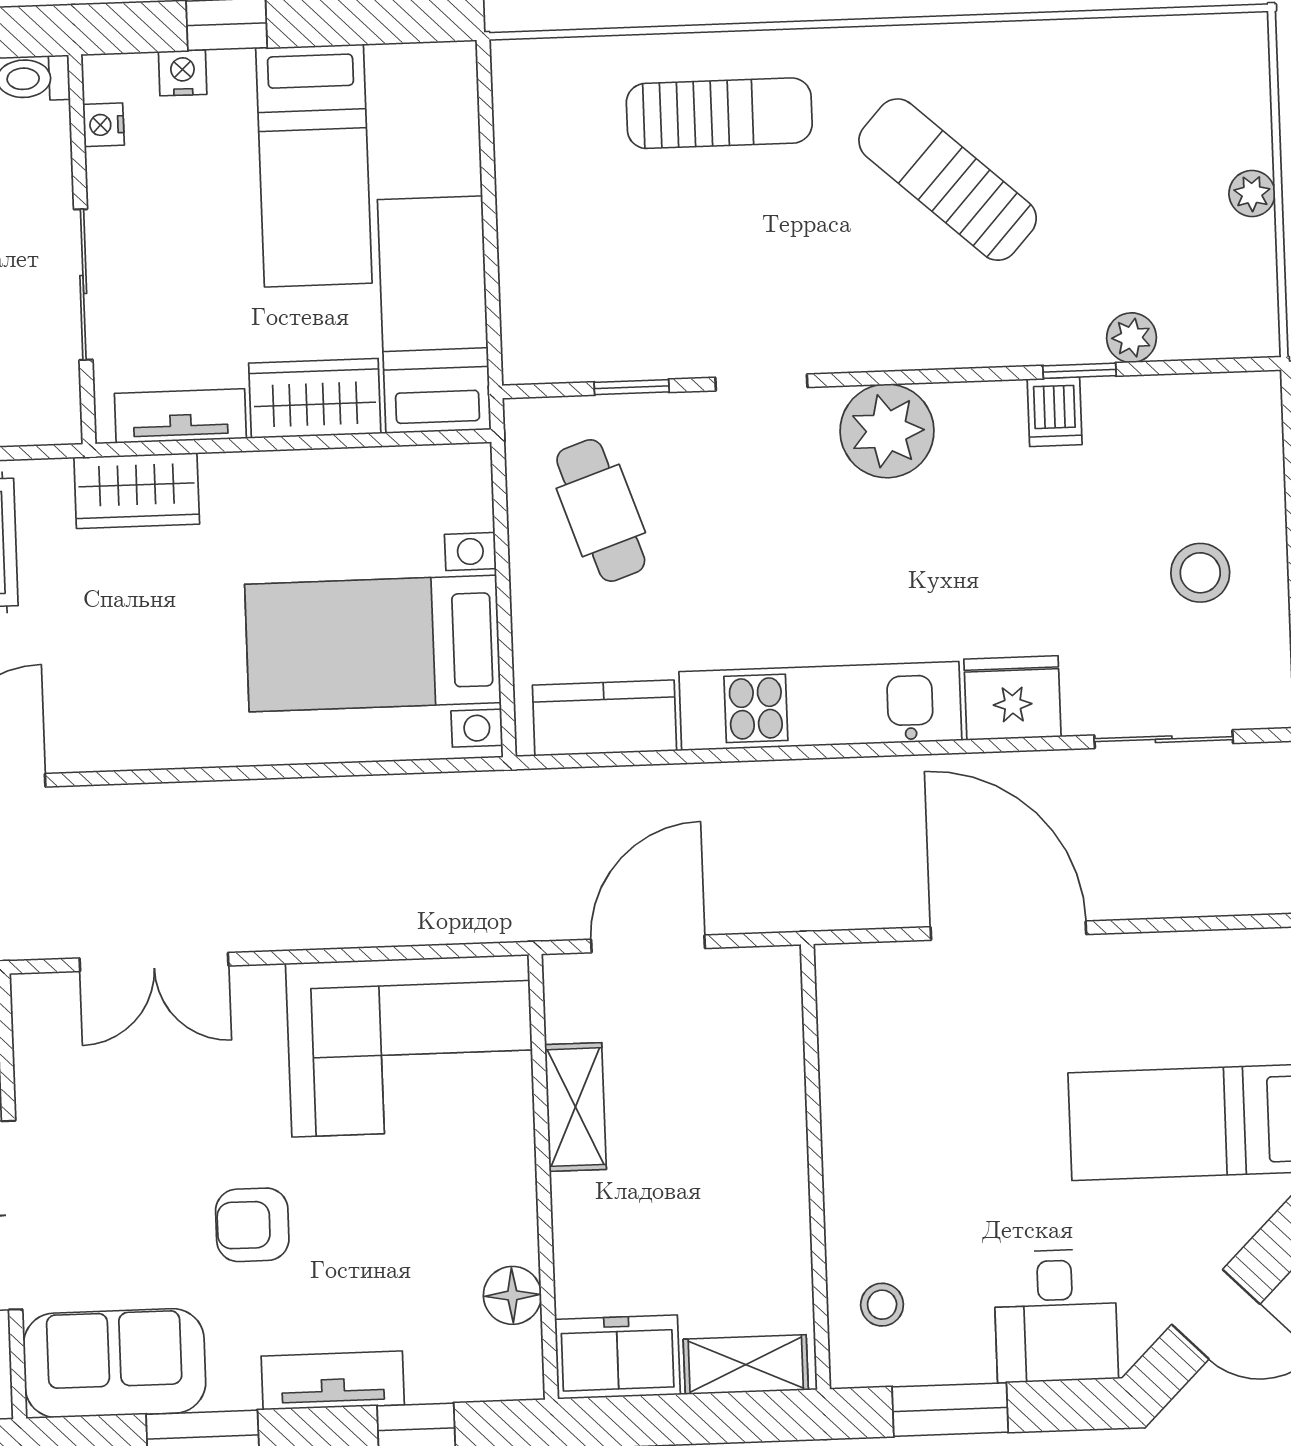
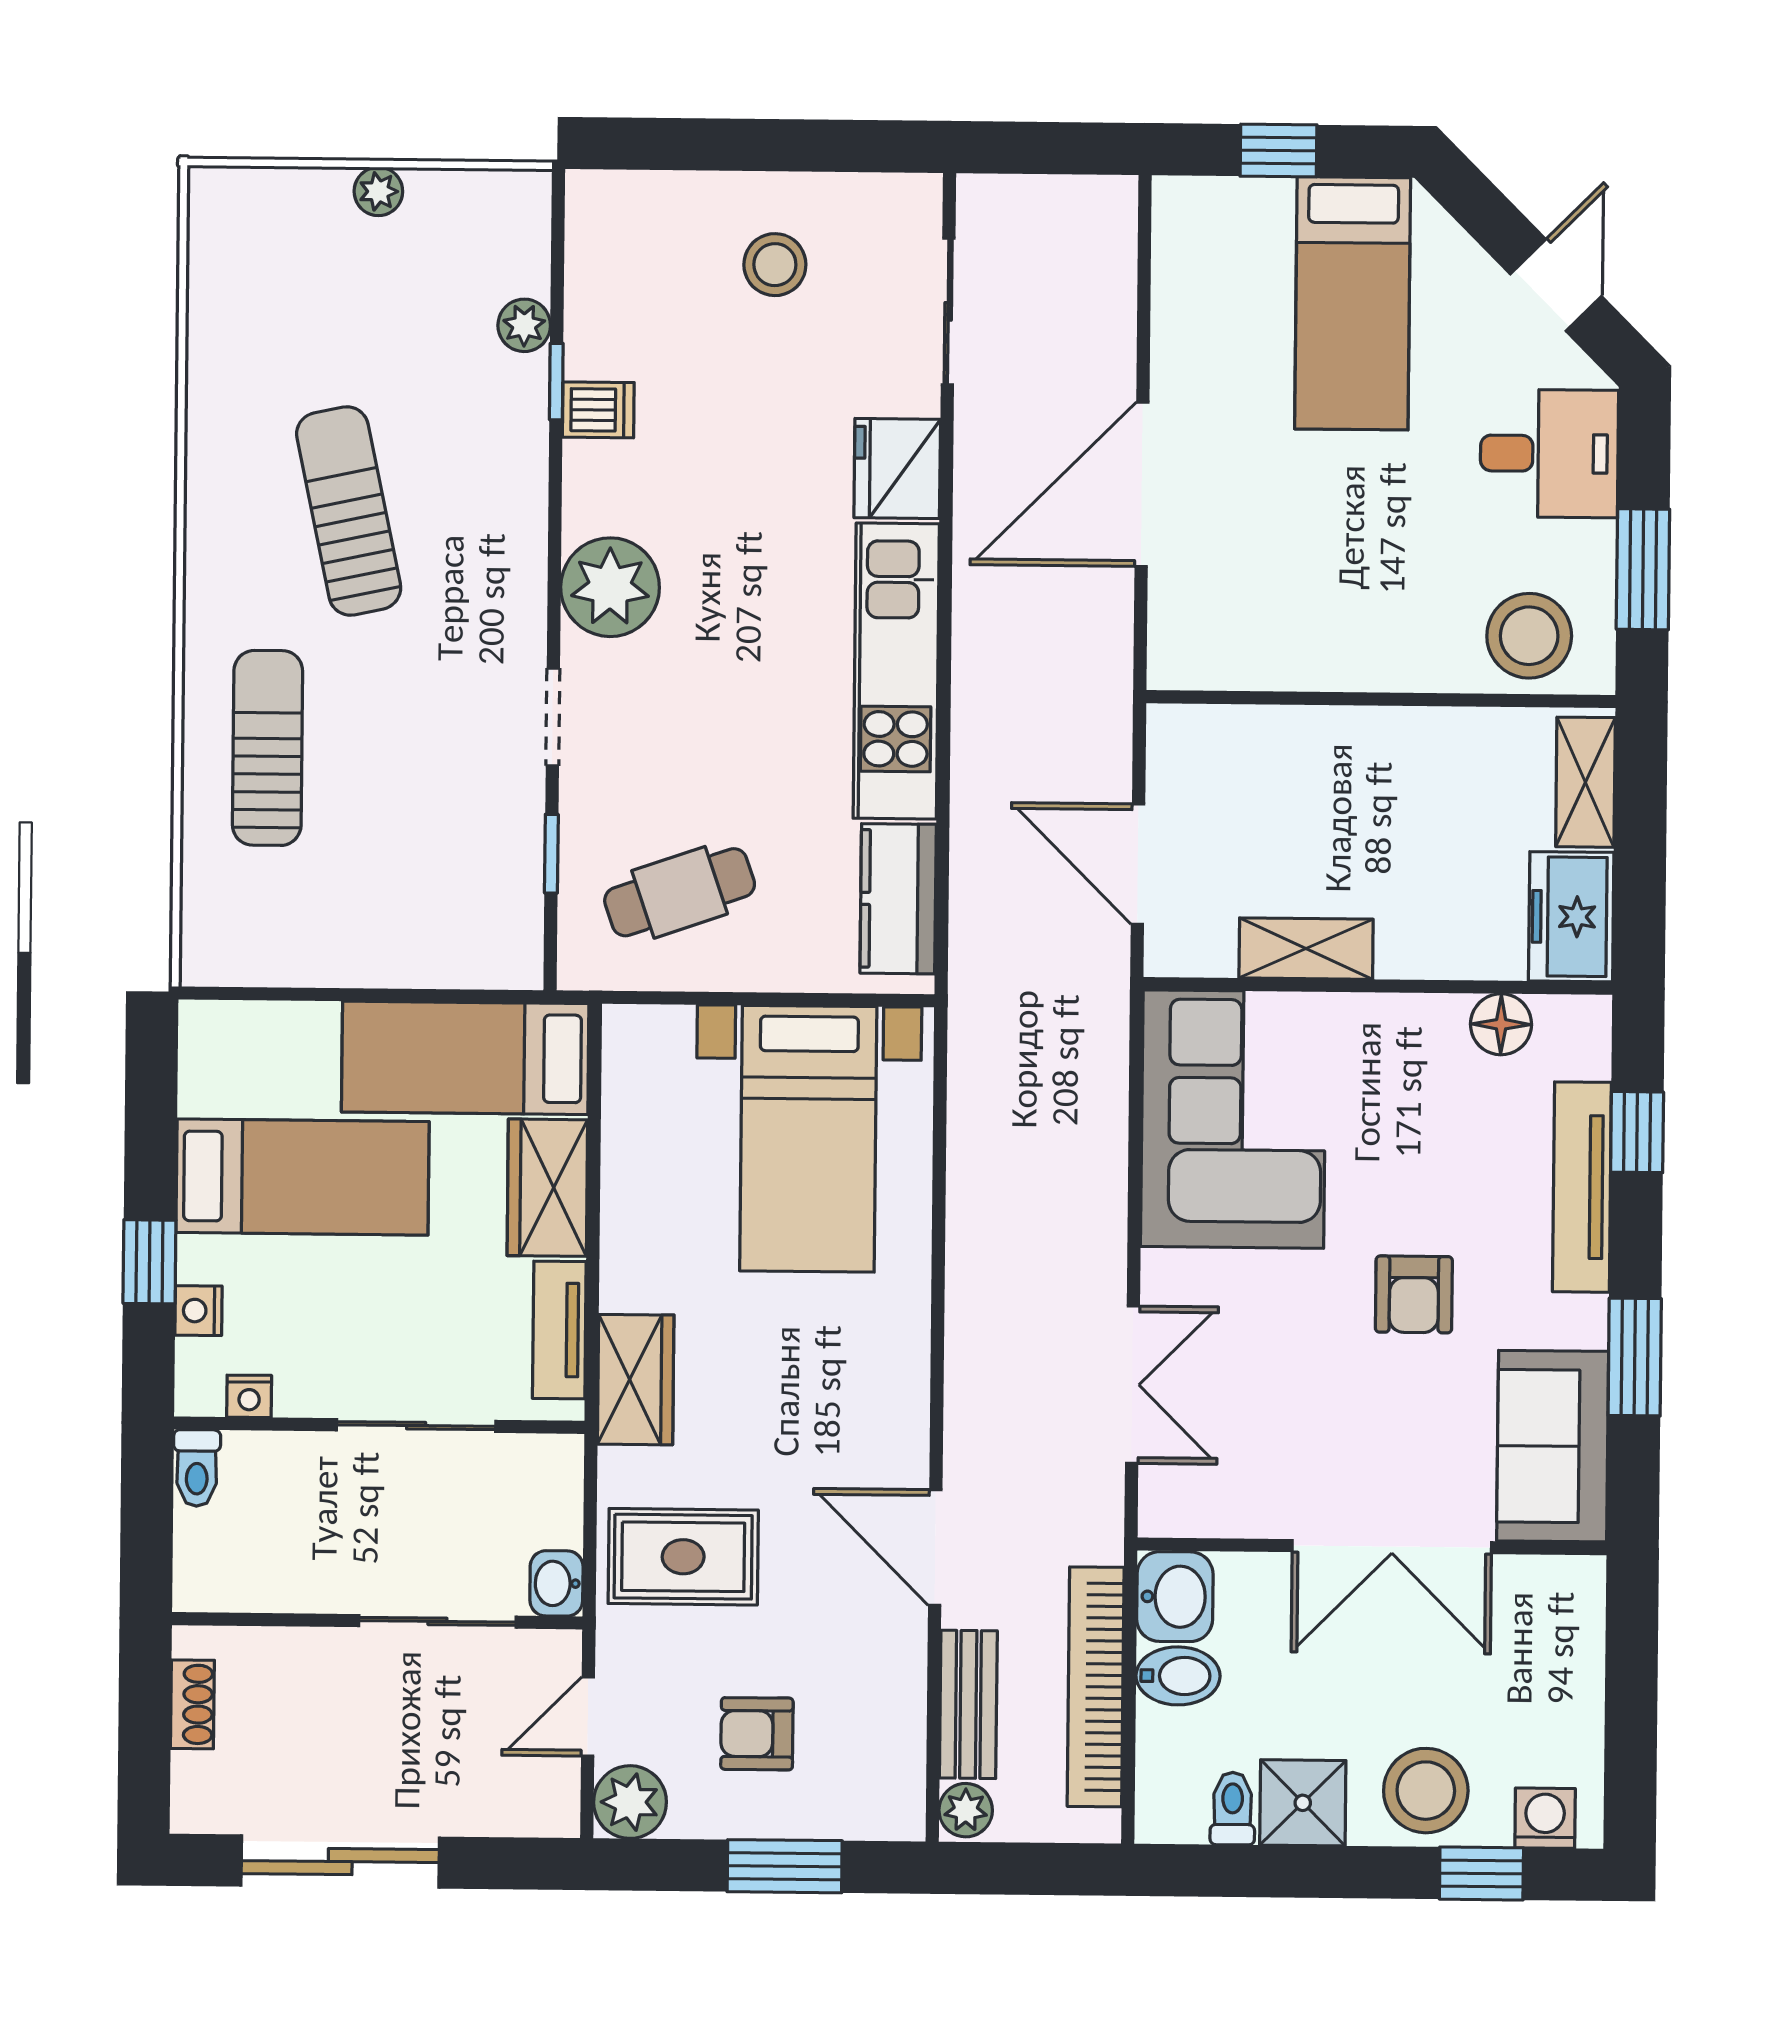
sun lounger: (948, 180) -> (349, 511), turned 126
stool: (882, 1305) -> (1529, 636), width x1.89, depth x1.89
tv unit: (333, 1380) -> (1582, 1187), width x1.41

